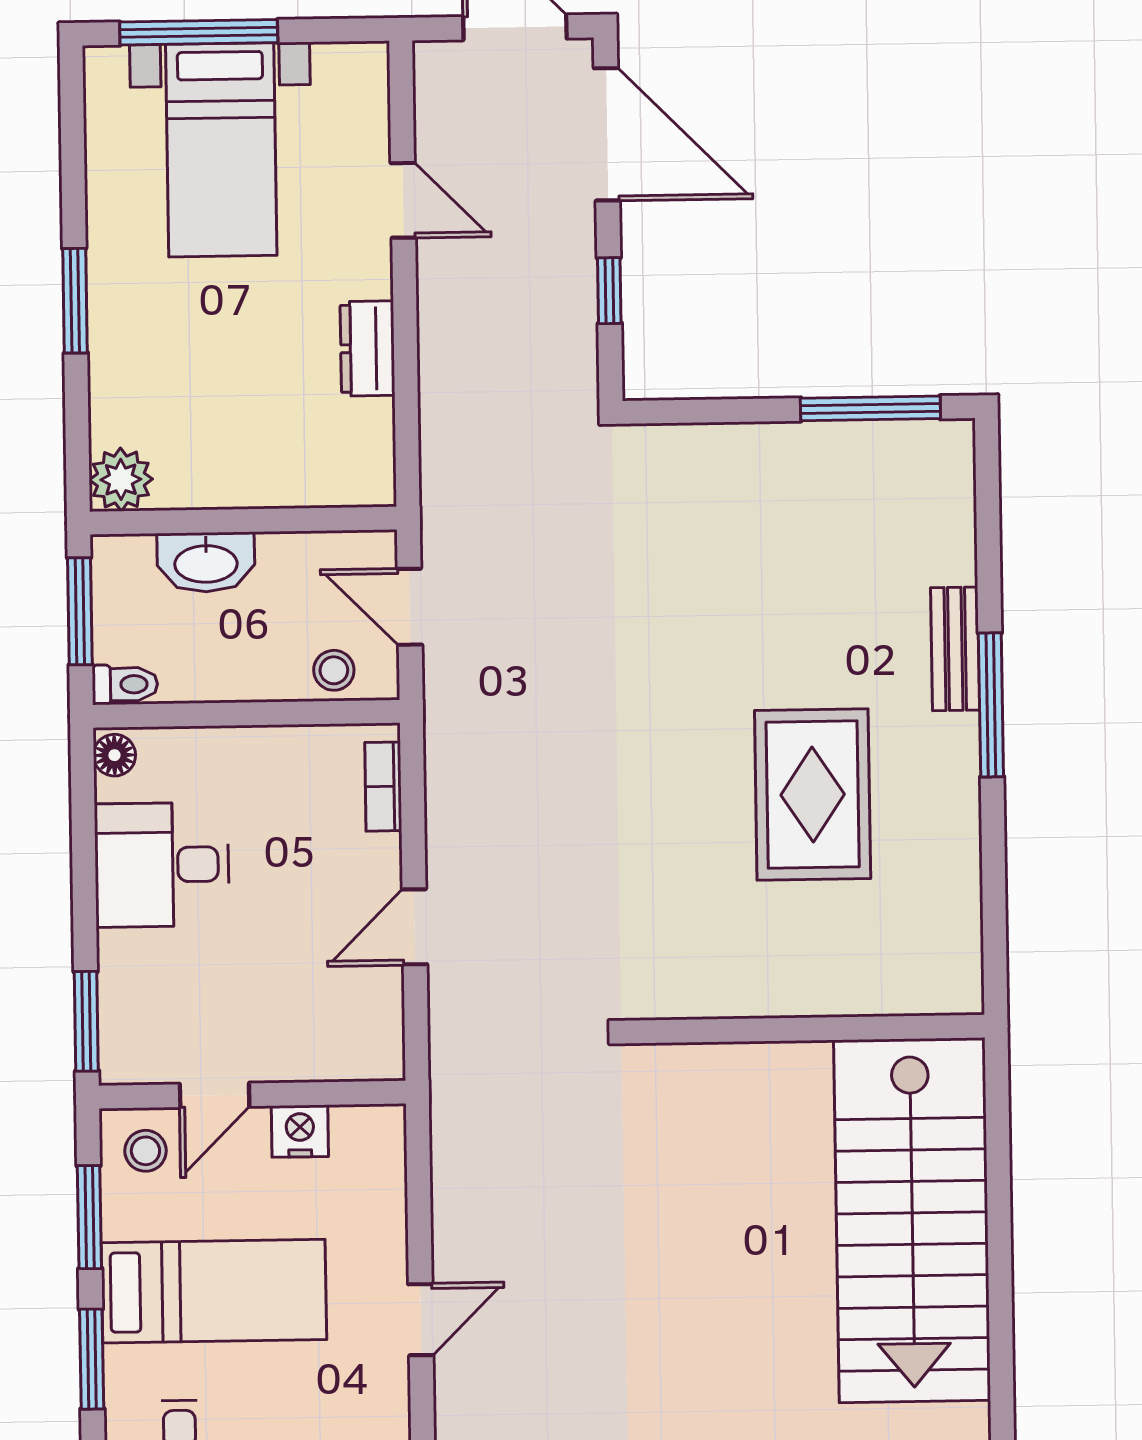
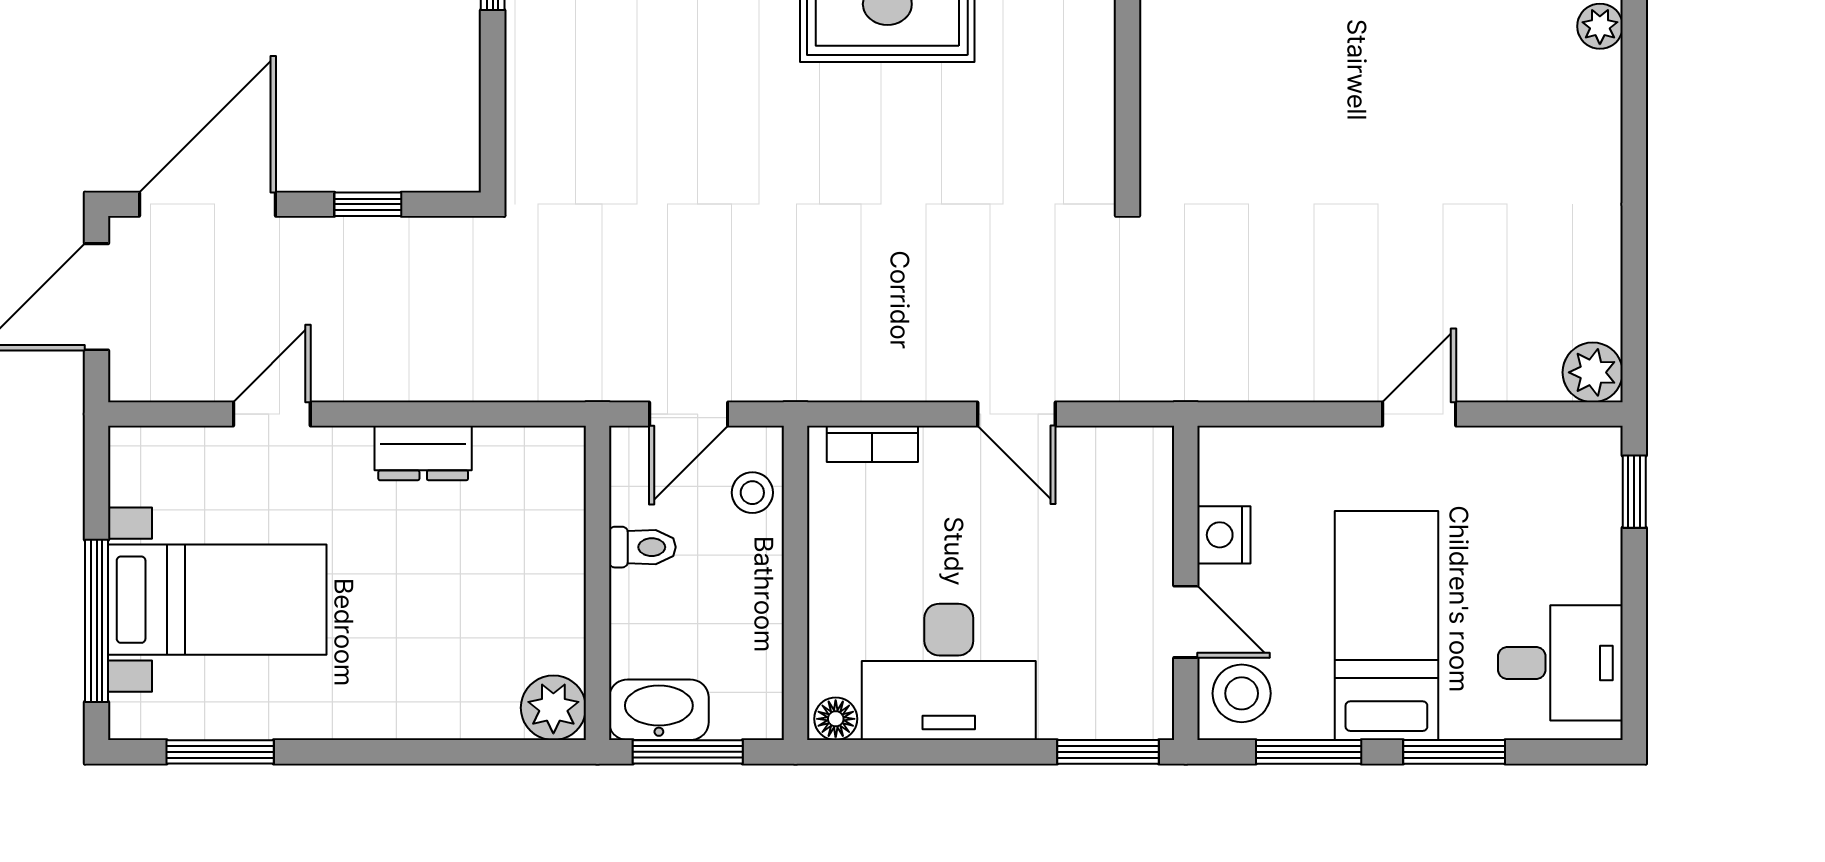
window: (75, 301) -> (220, 752), moved
washbasin: (206, 562) -> (659, 710), moved, turned -90
toilet: (125, 684) -> (642, 547), moved, turned 90
desk: (162, 865) -> (949, 672), width x1.37
stool: (145, 1151) -> (1242, 693), width x1.37, depth x1.37
door: (421, 1320) -> (1419, 414), hinge flipped

